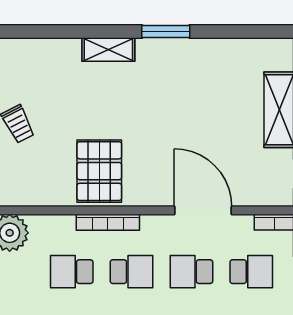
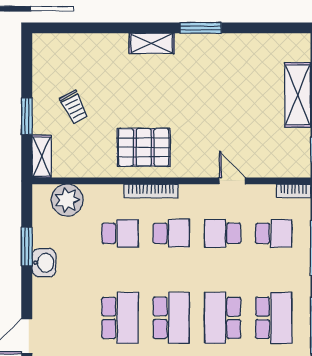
pallet: (99, 171) -> (144, 147), turned 90
door: (203, 210) -> (232, 181), width x0.53
school desk: (72, 272) -> (120, 233), turned 180

